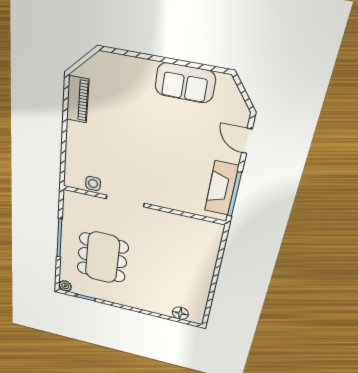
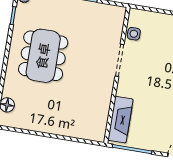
fireplace: (222, 188) -> (120, 120), moved, turned 90
dining table: (102, 258) -> (43, 56), moved, turned 90

